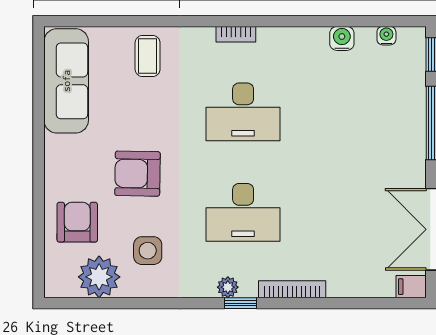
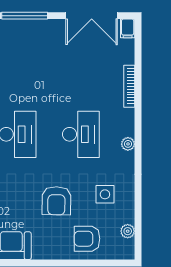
plant: (99, 277) -> (128, 231), width x0.53, depth x0.53
bookcase: (292, 289) -> (129, 86), moved
window: (241, 303) -> (138, 136), removed

